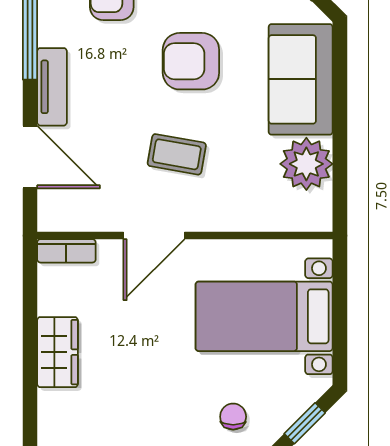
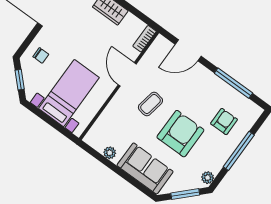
armchair: (191, 61) -> (180, 134), width x1.36, depth x1.36
tv unit: (52, 87) -> (208, 77), removed
plant: (306, 164) -> (110, 153), width x0.53, depth x0.53

